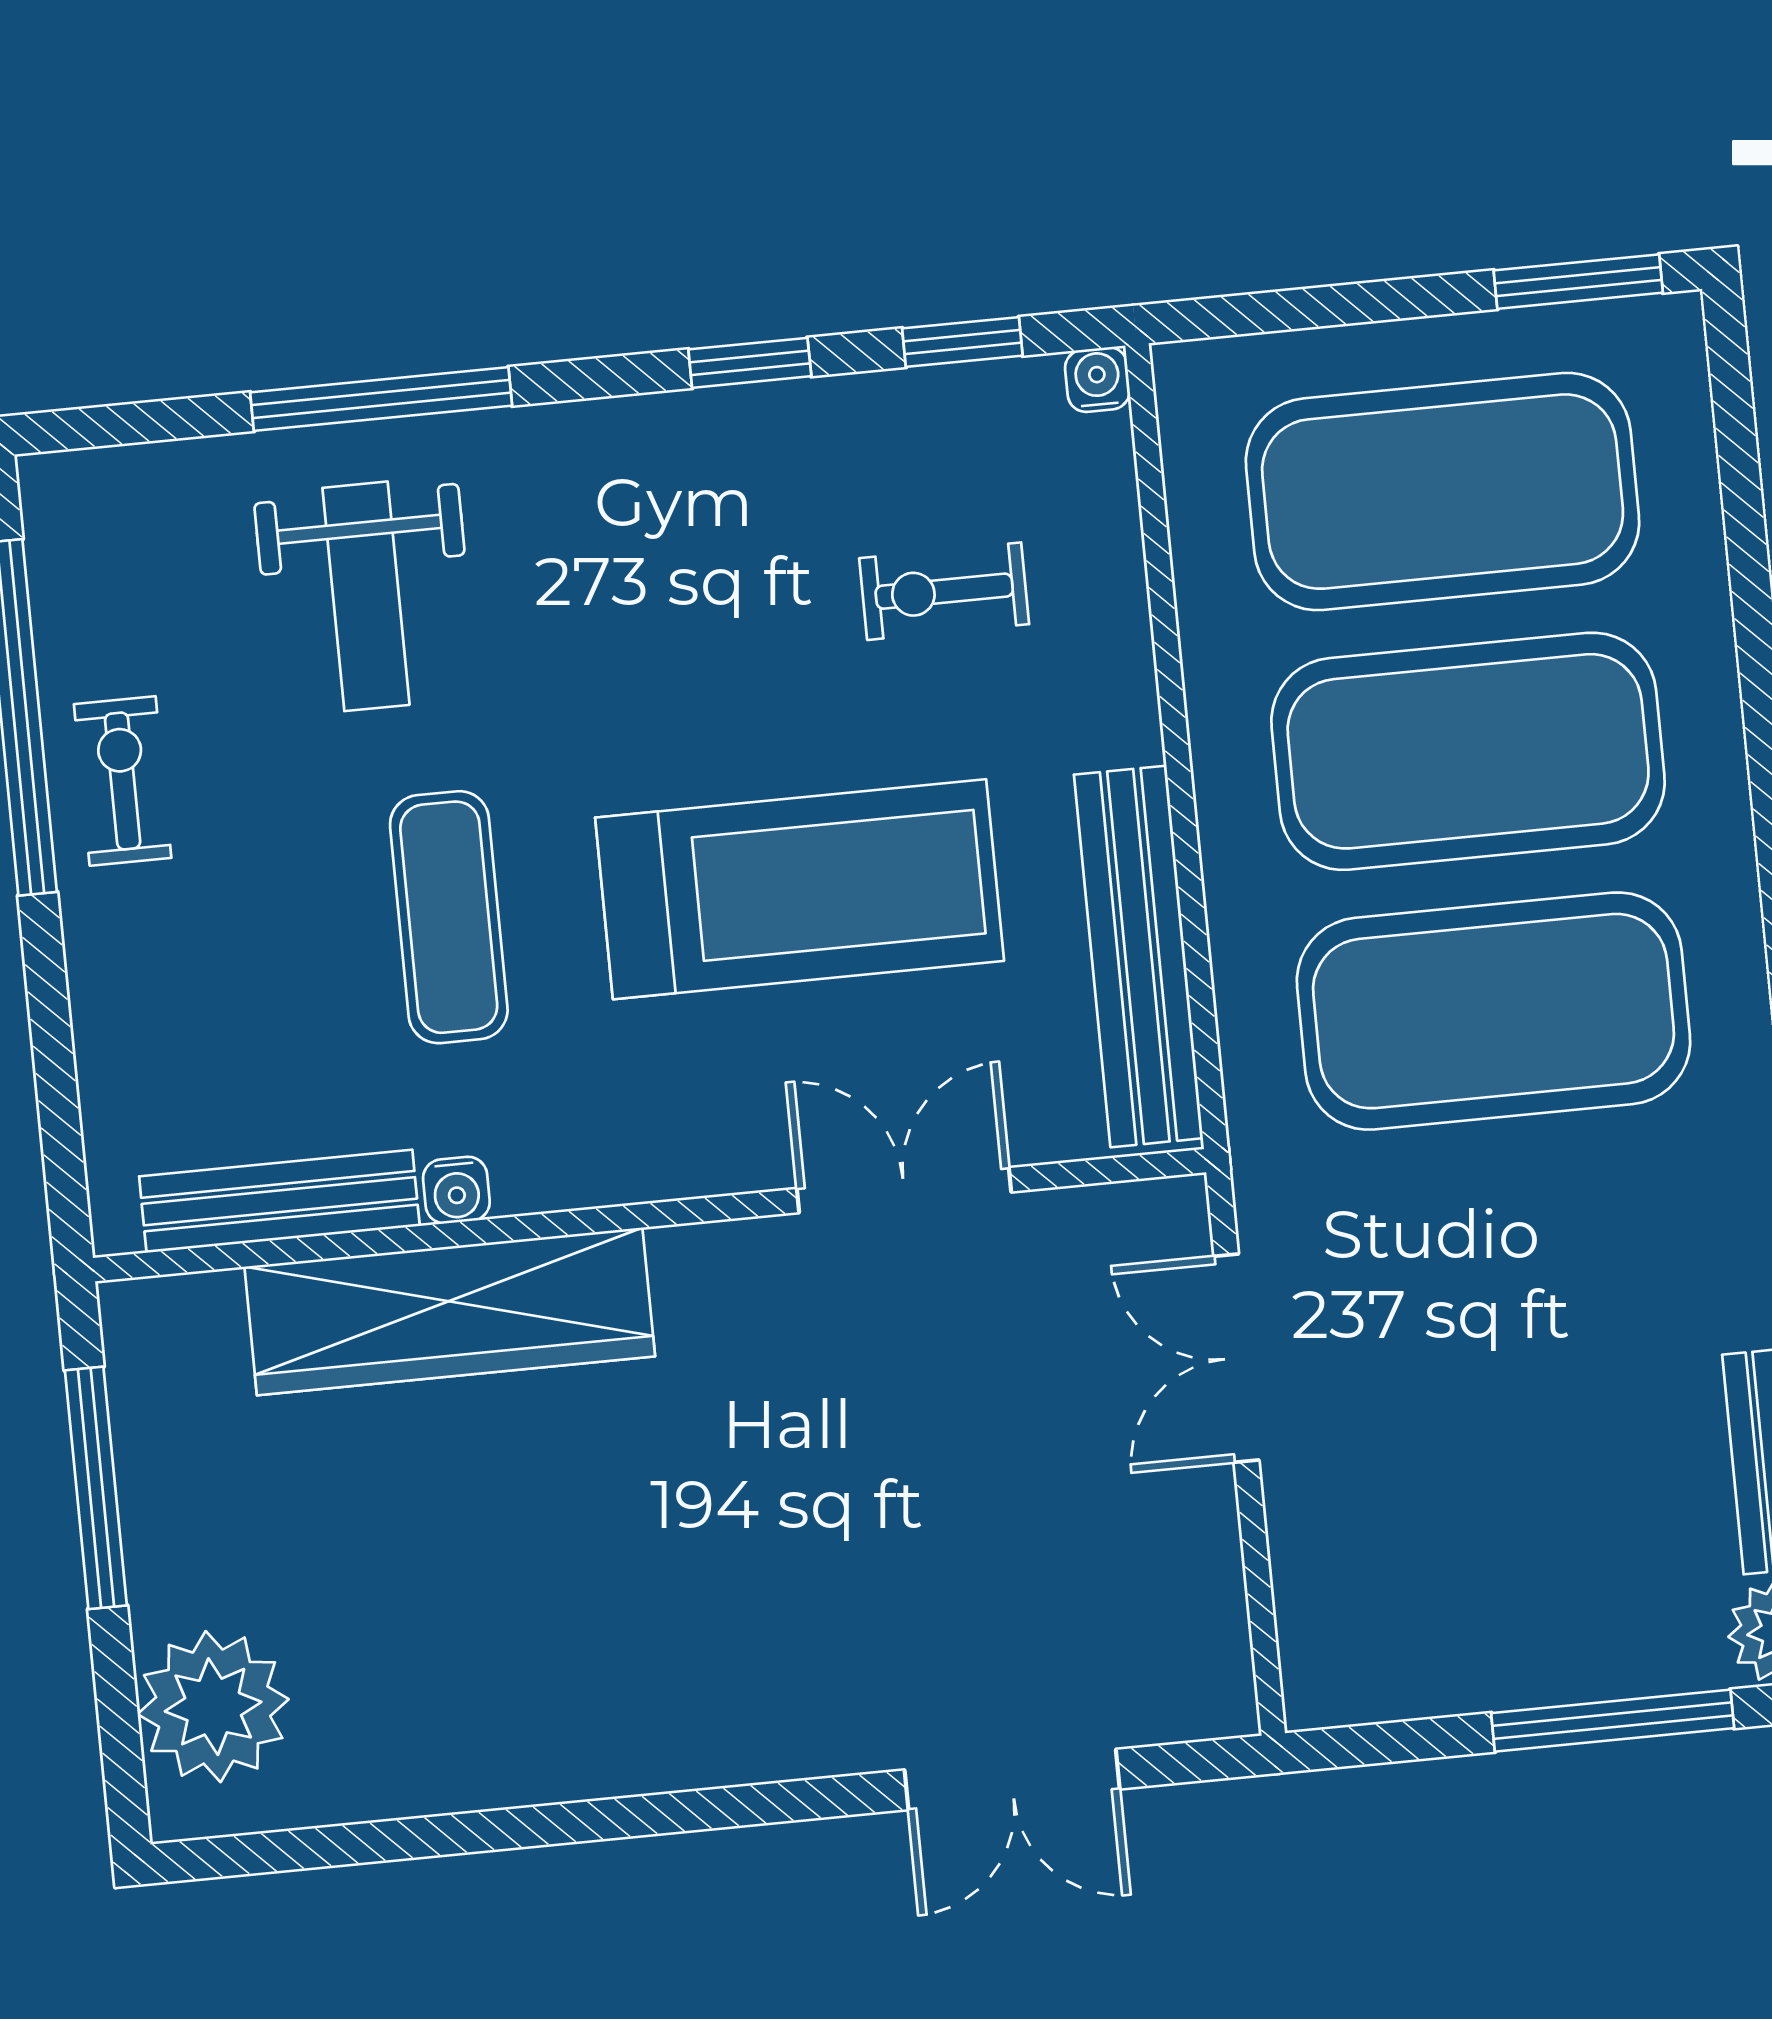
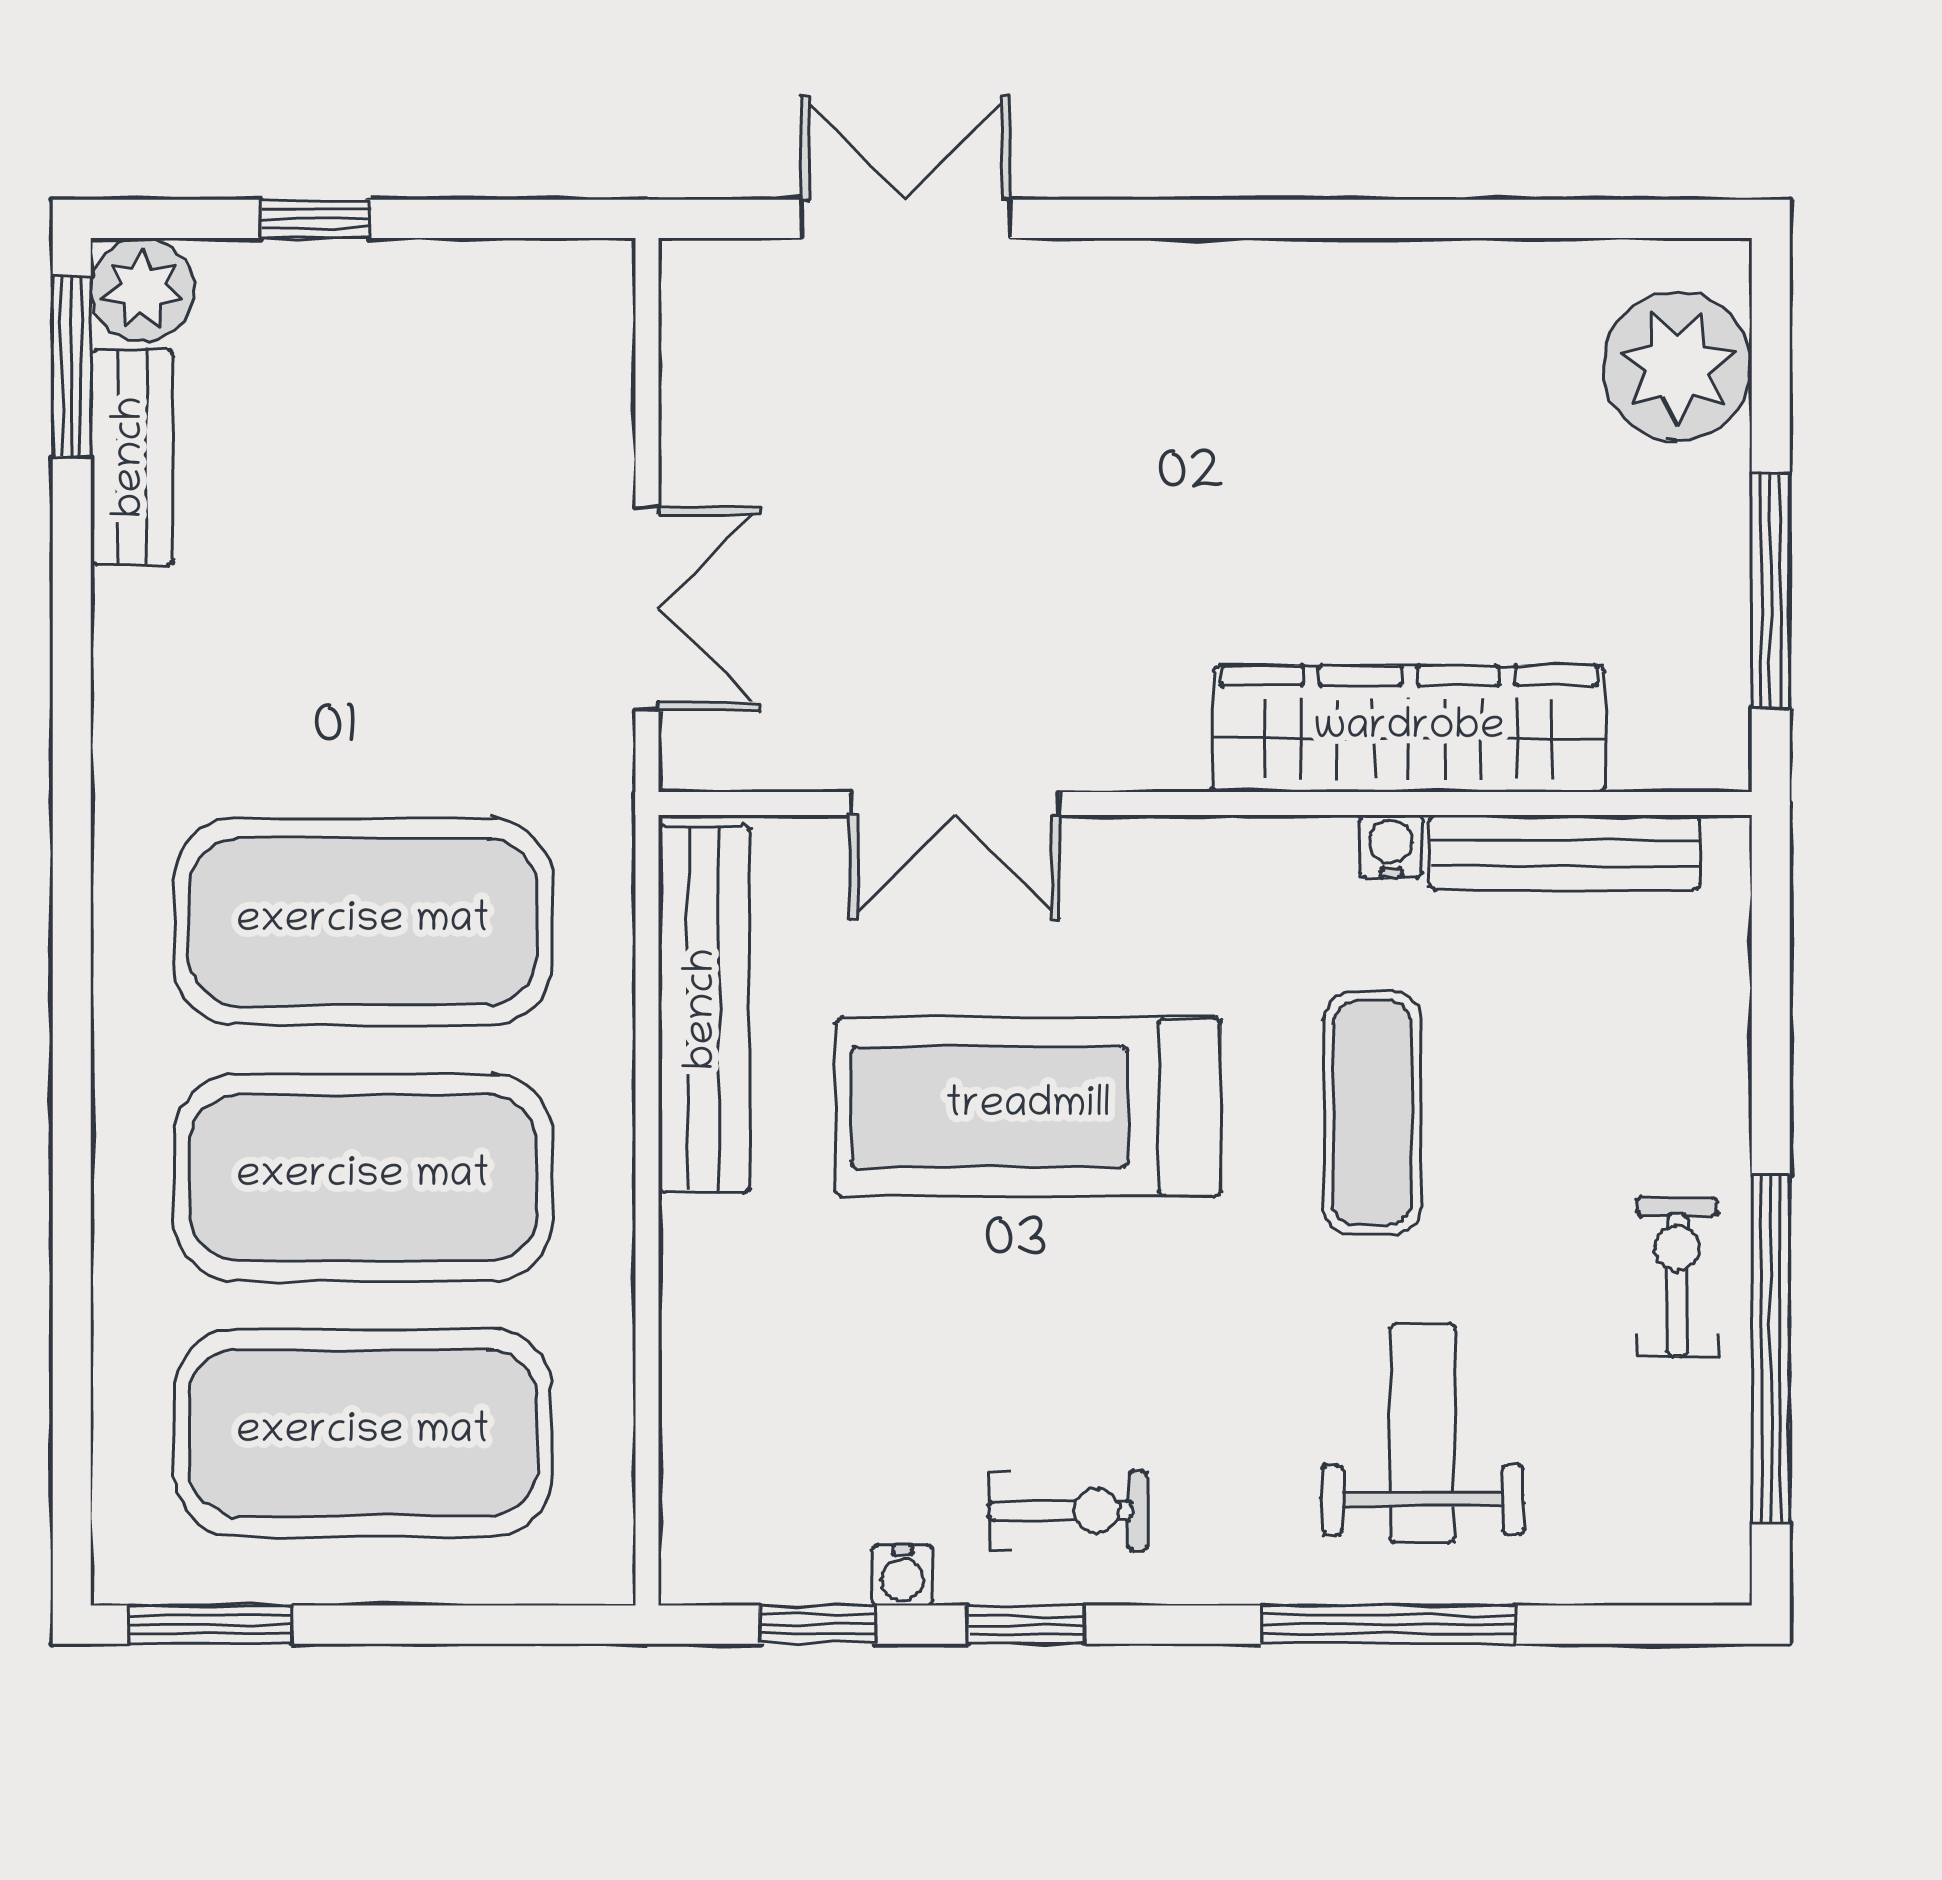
water cooler: (1097, 380) -> (902, 1575), moved
exercise bike: (944, 591) -> (1068, 1511), moved
exercise bike: (123, 781) -> (1677, 1277), turned 180
window: (1613, 1721) -> (315, 219), width x0.46

